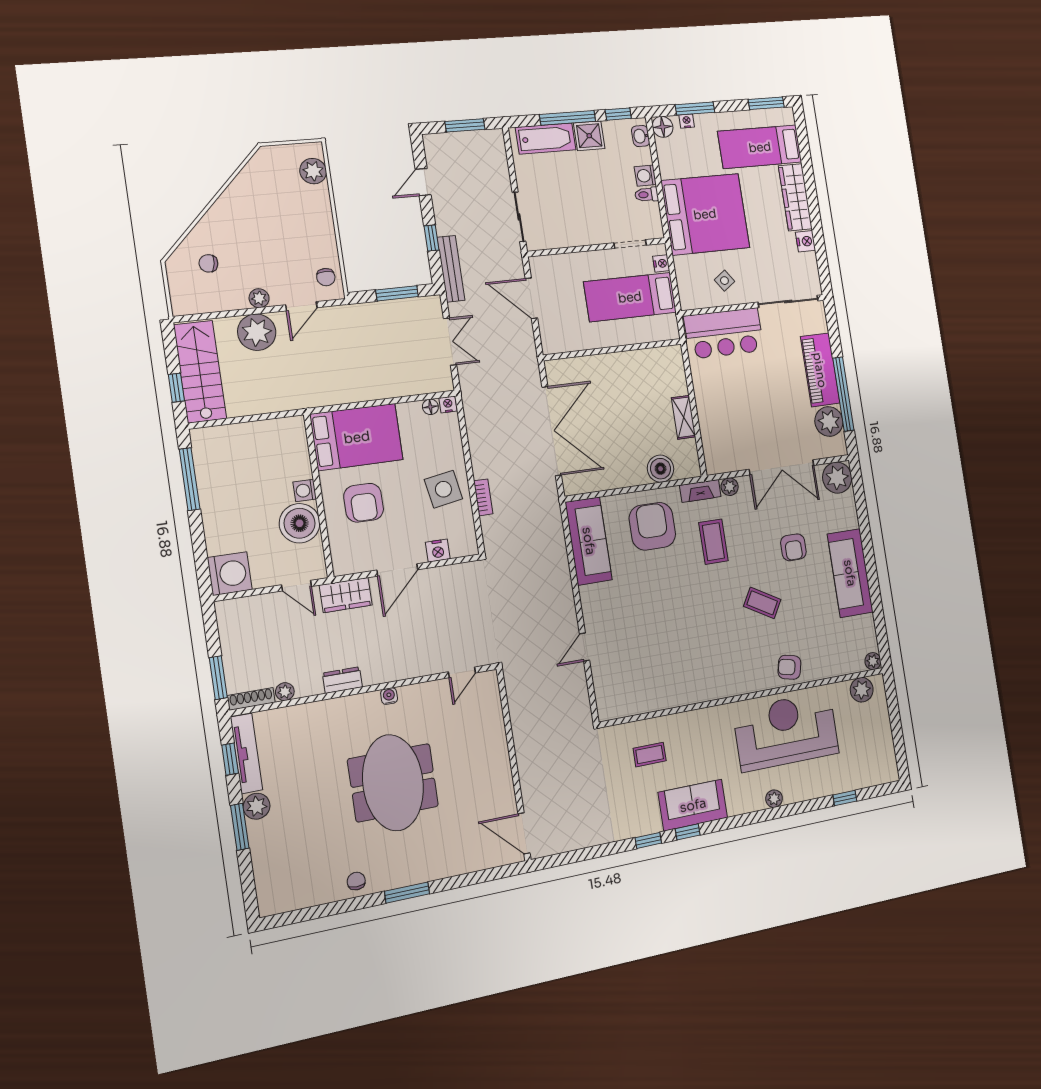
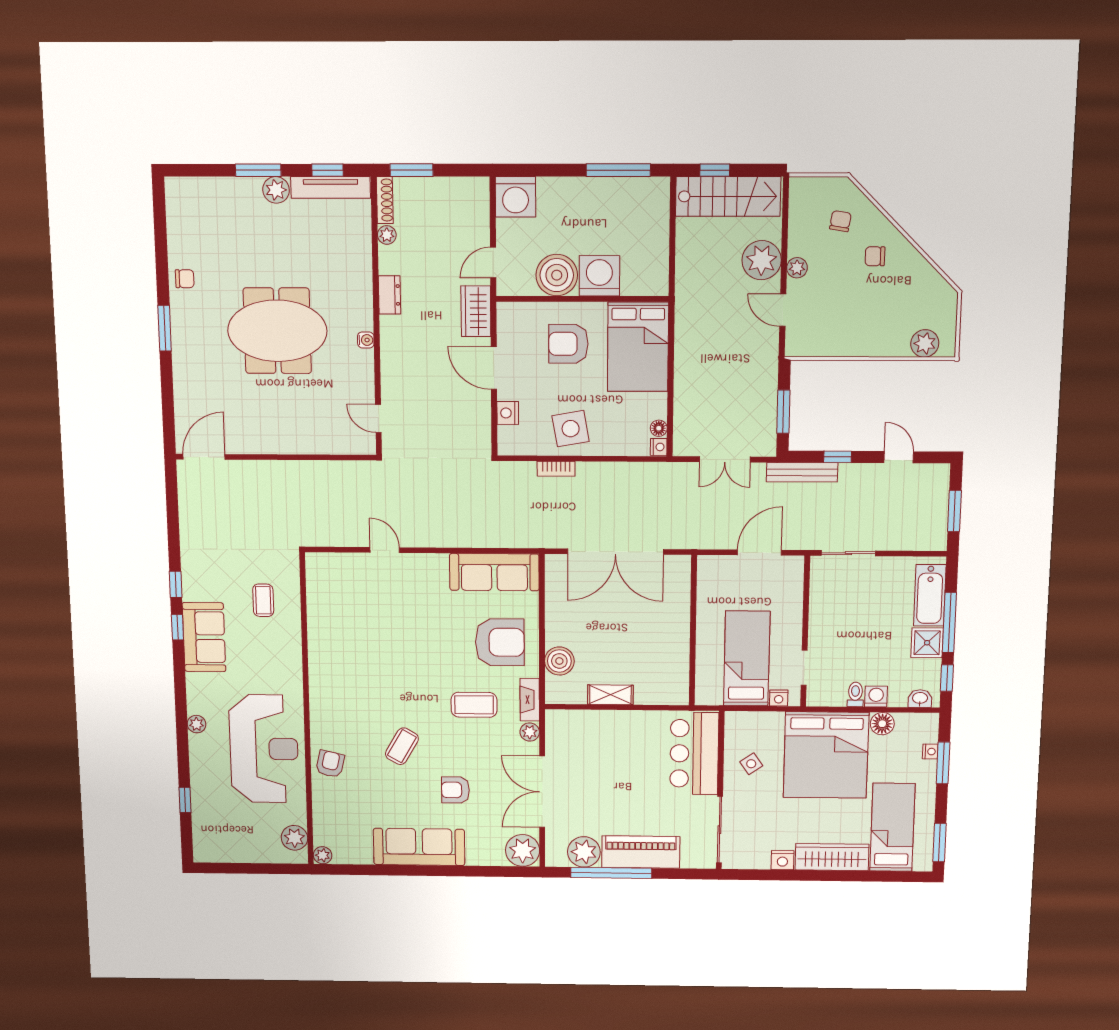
floor lamp: (663, 127) -> (882, 724), moved
chair: (326, 277) -> (875, 256), moved
washing machine: (305, 490) -> (599, 276), width x1.89, depth x1.89

